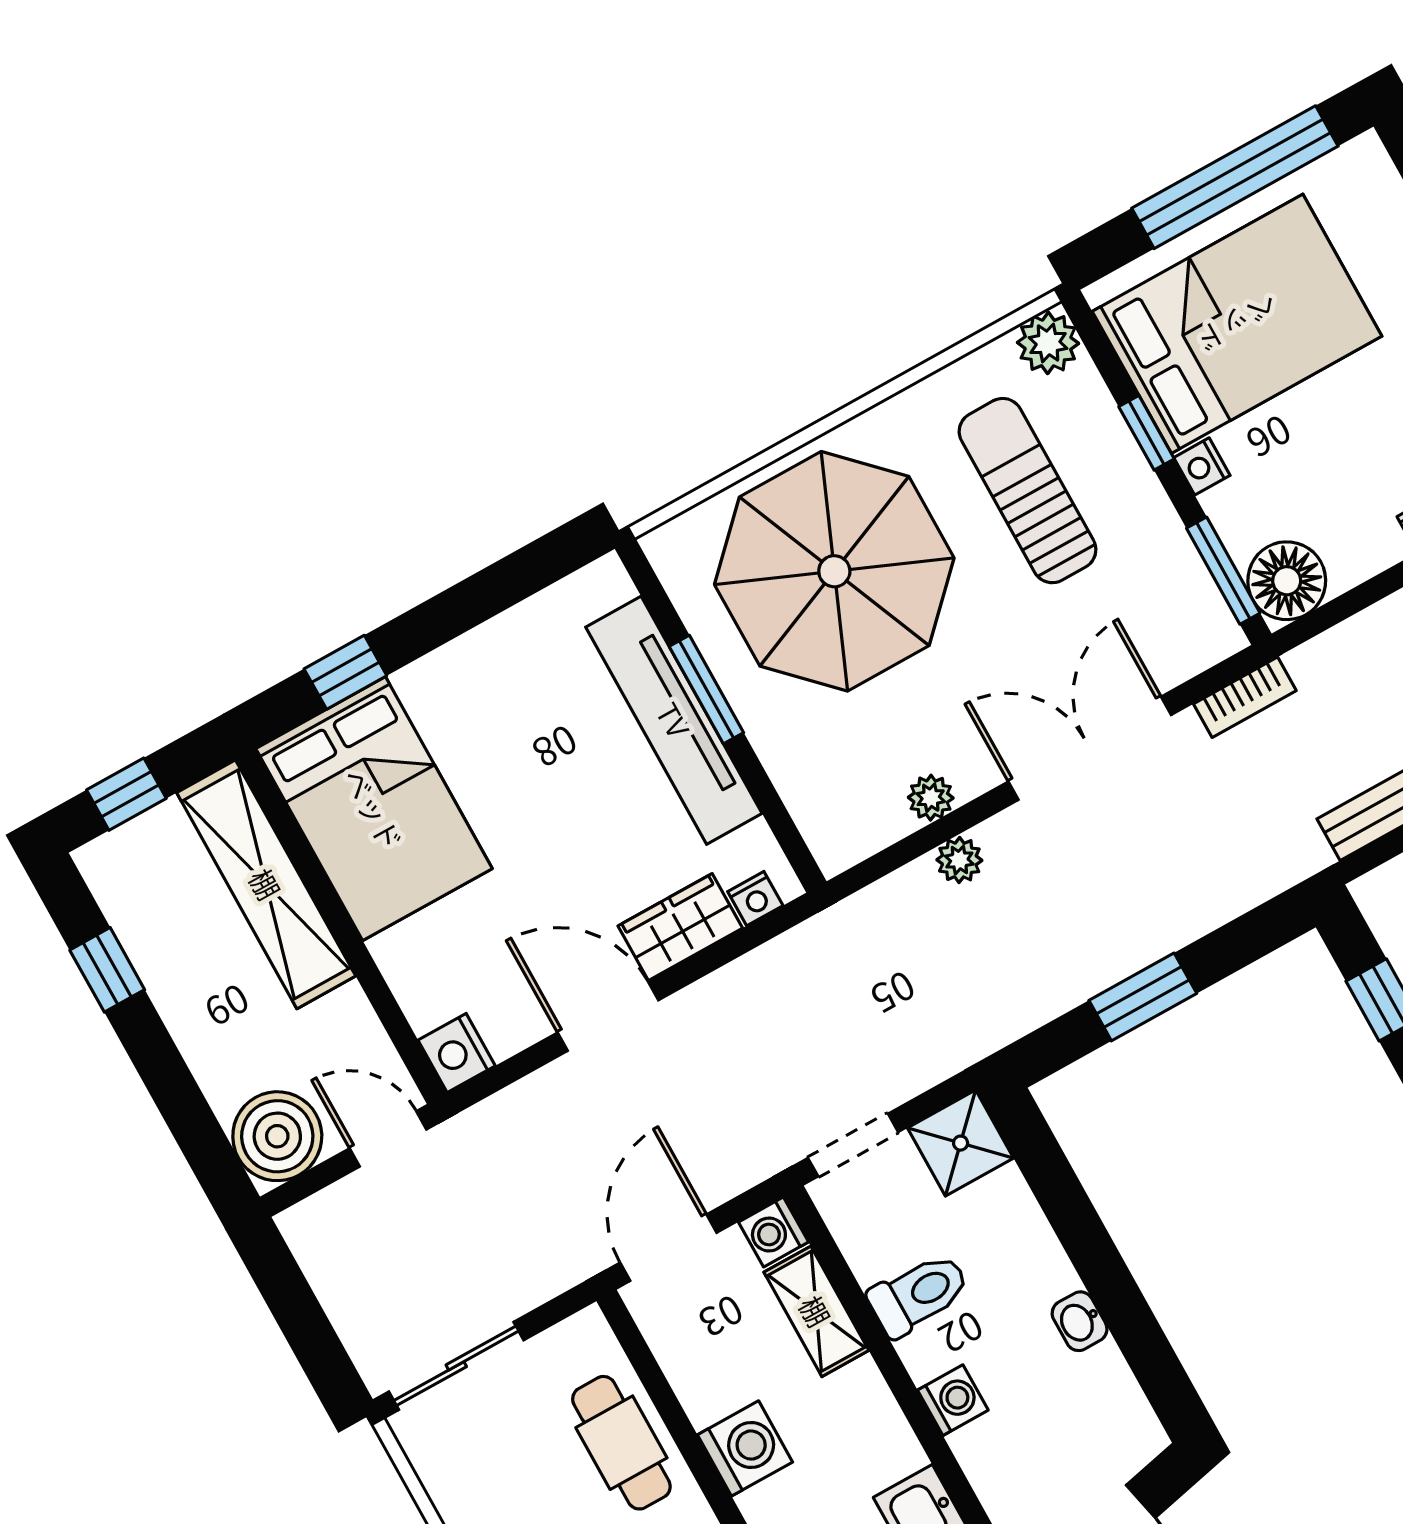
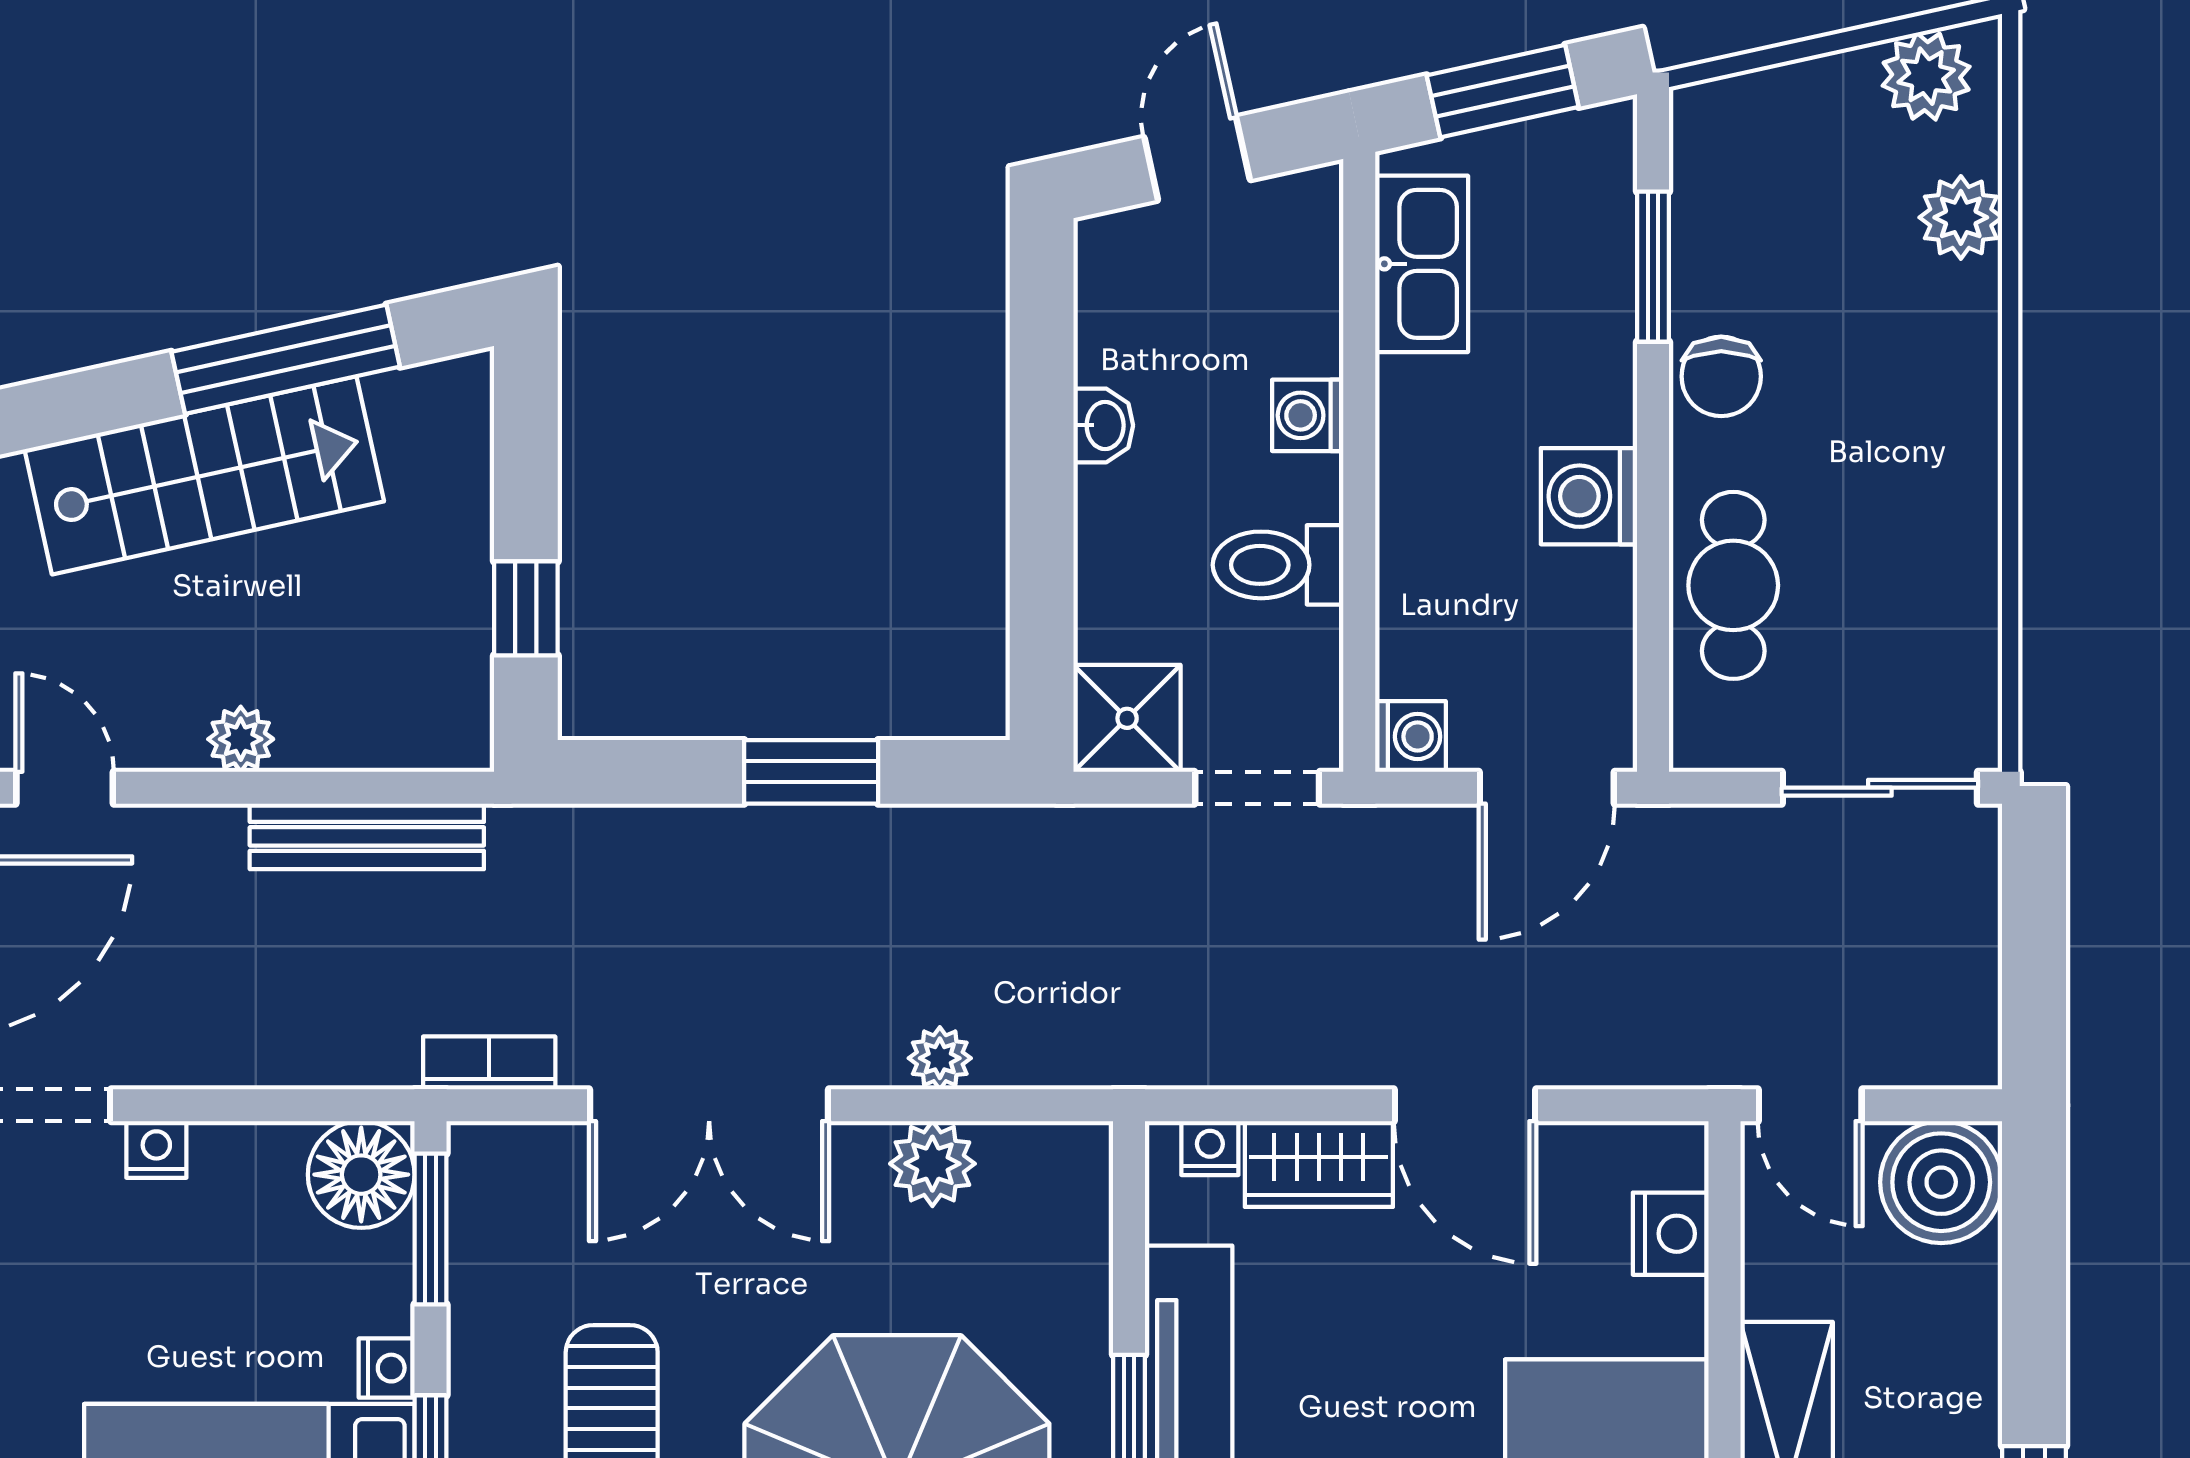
plant: (931, 798) -> (932, 1164), width x1.38, depth x1.38
nightstand: (457, 1053) -> (1671, 1234), moved
shelving: (816, 1311) -> (1412, 613), removed

